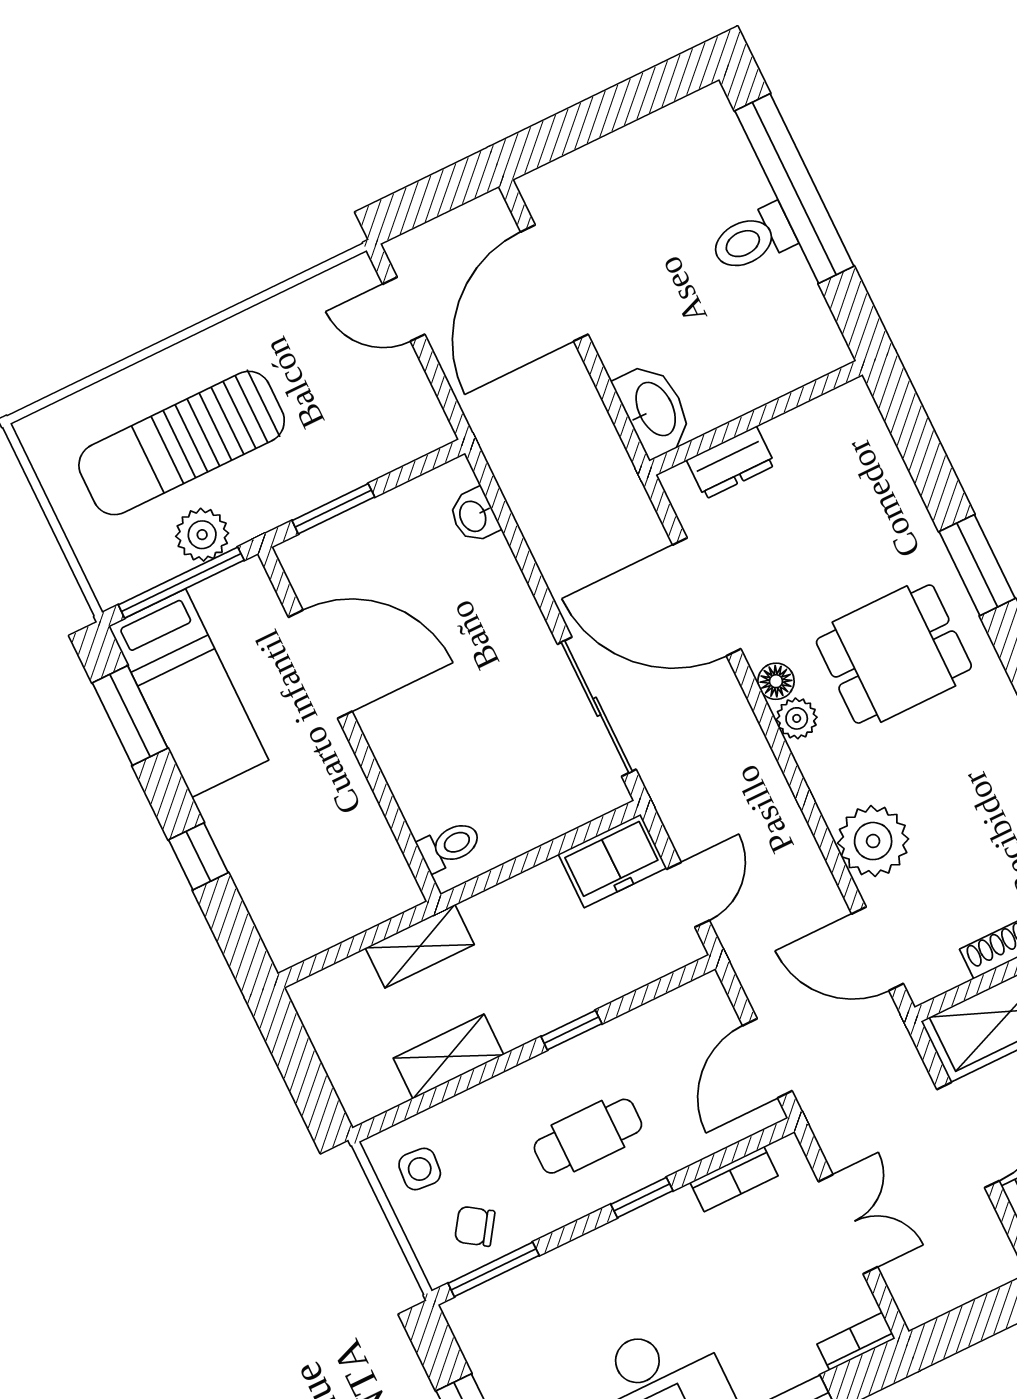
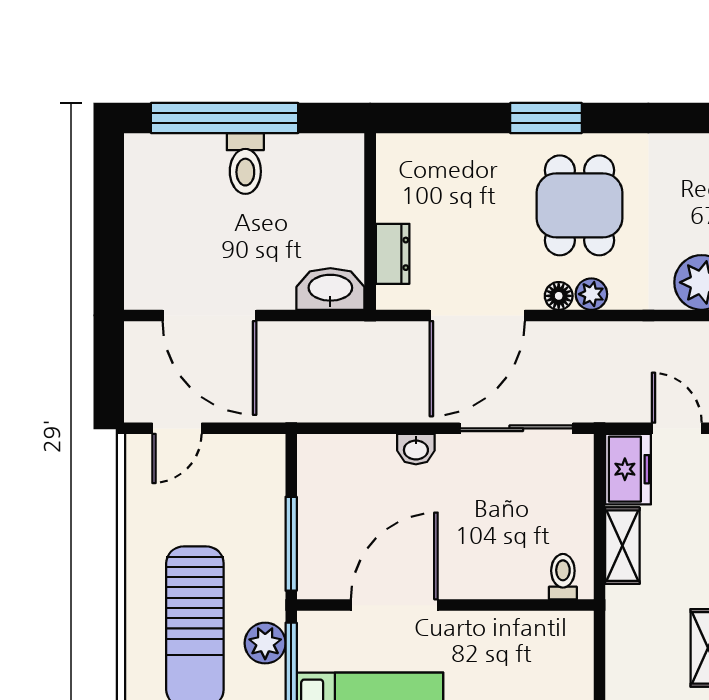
window: (333, 509) -> (291, 544), width x1.44
washbasin: (474, 516) -> (416, 449), moved
shelving: (420, 946) -> (622, 546), moved

